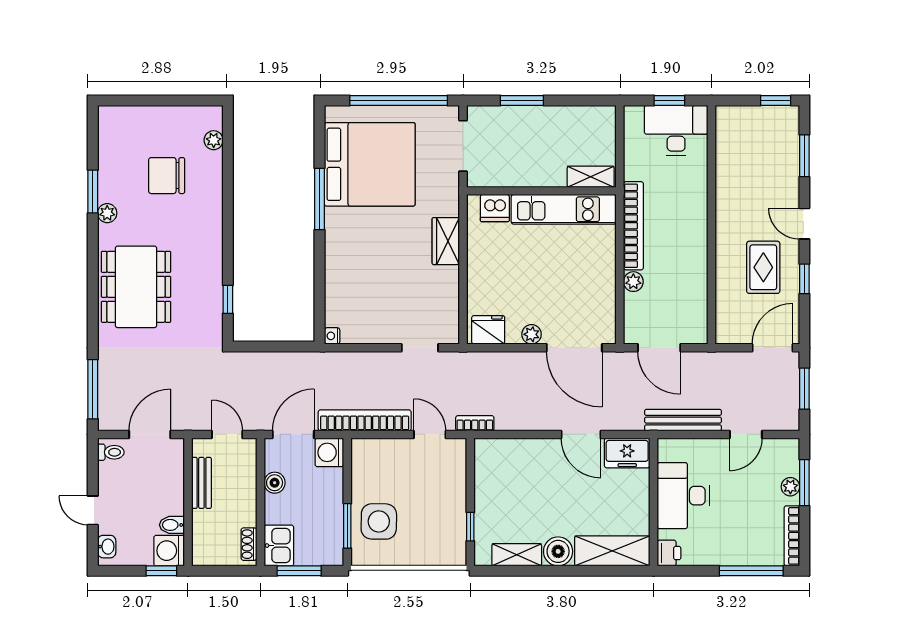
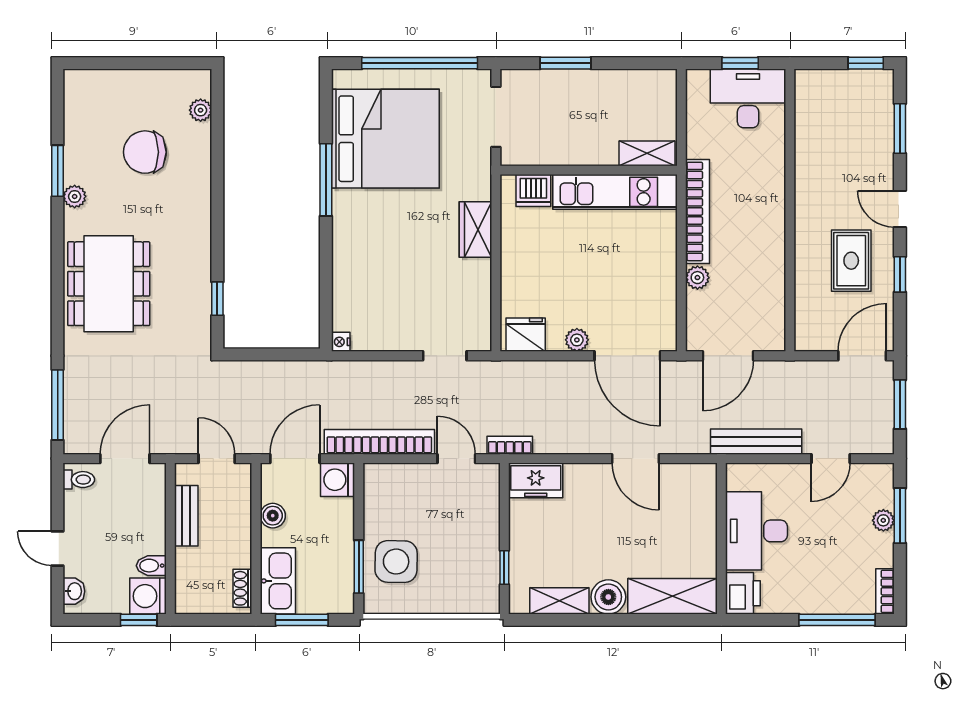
door: (659, 348) -> (728, 356), hinge flipped
freezer: (627, 453) -> (536, 480), moved
bookcase: (792, 536) -> (885, 591), width x0.64
kitchen sink: (279, 546) -> (278, 581), width x1.38
printer: (669, 553) -> (743, 593), width x1.36, depth x1.24

